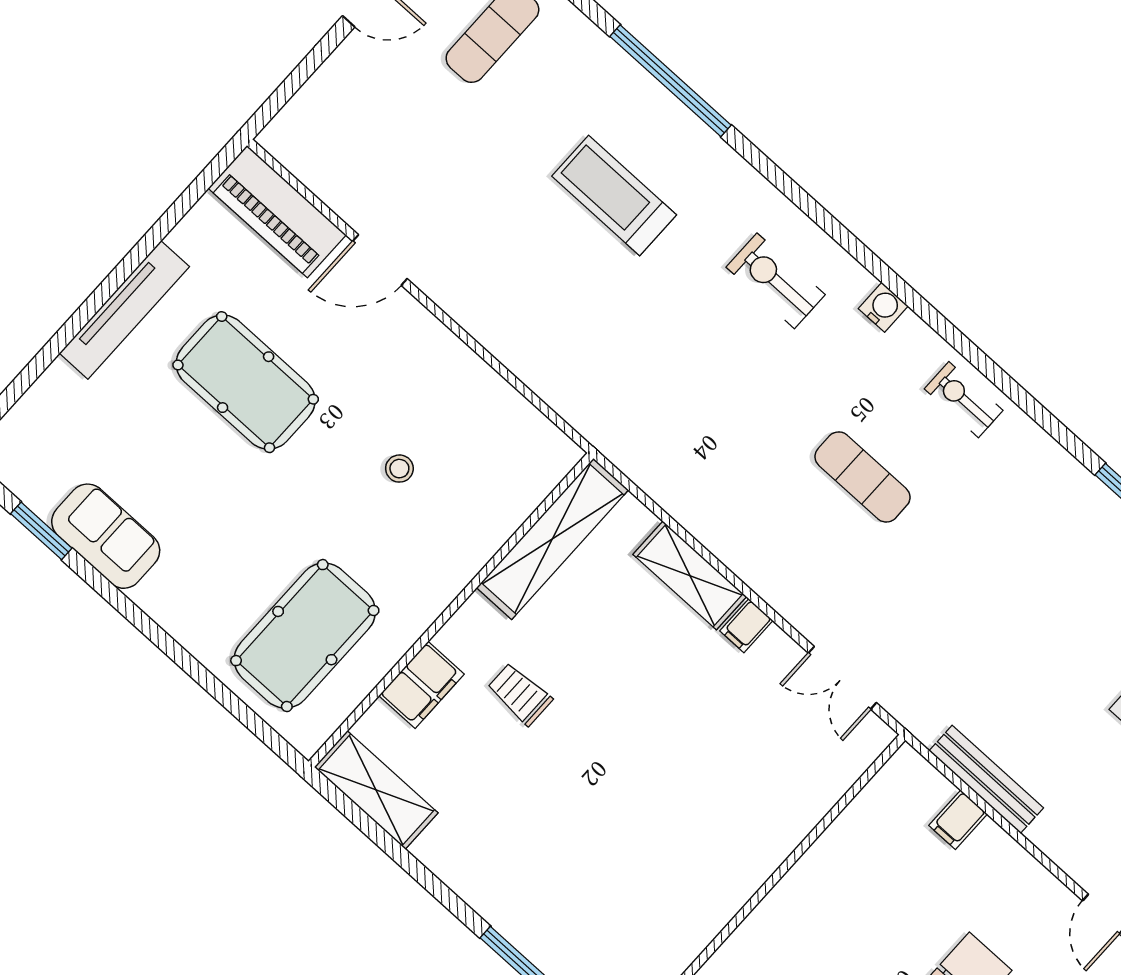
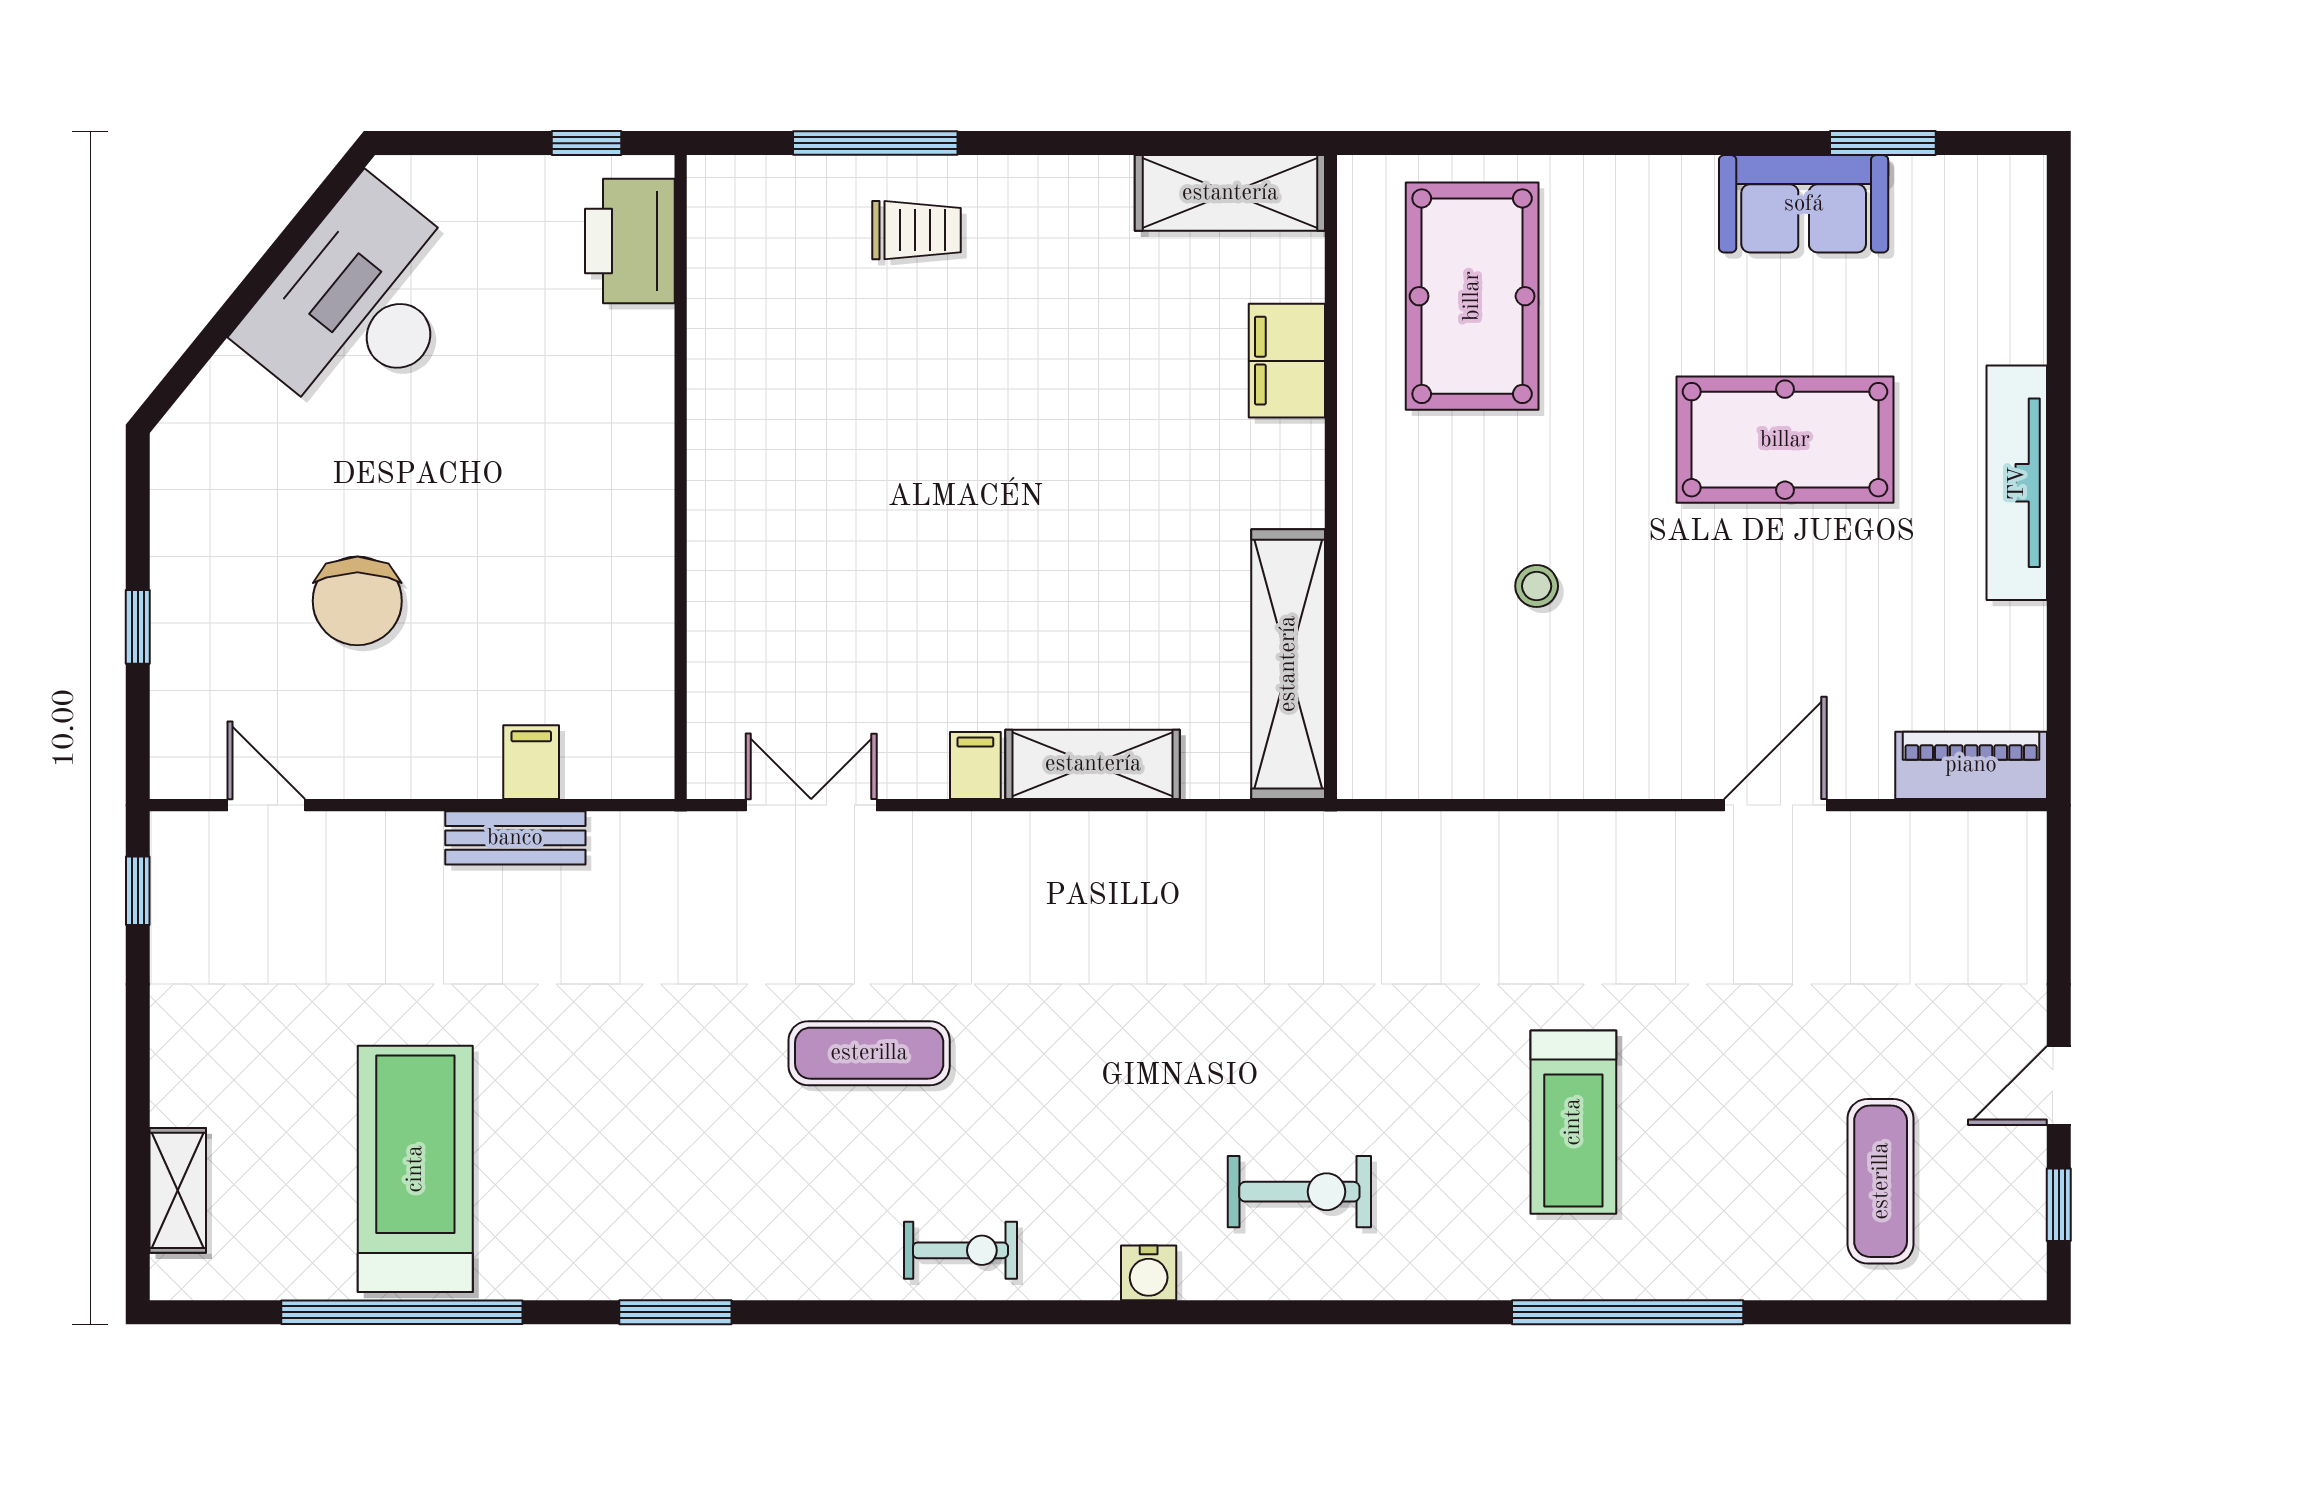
treadmill: (614, 195) -> (1573, 1122), turned 90
piano: (277, 212) -> (1971, 765), width x0.73, depth x0.75
pool table: (246, 382) -> (1785, 440), moved
exercise mat: (863, 477) -> (869, 1053), moved
trolley: (520, 694) -> (916, 230), moved
bench: (986, 779) -> (515, 838), width x0.73

